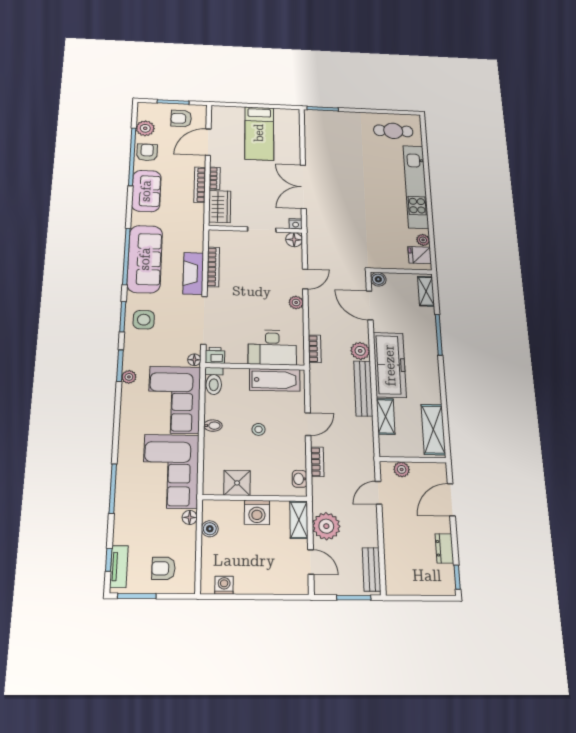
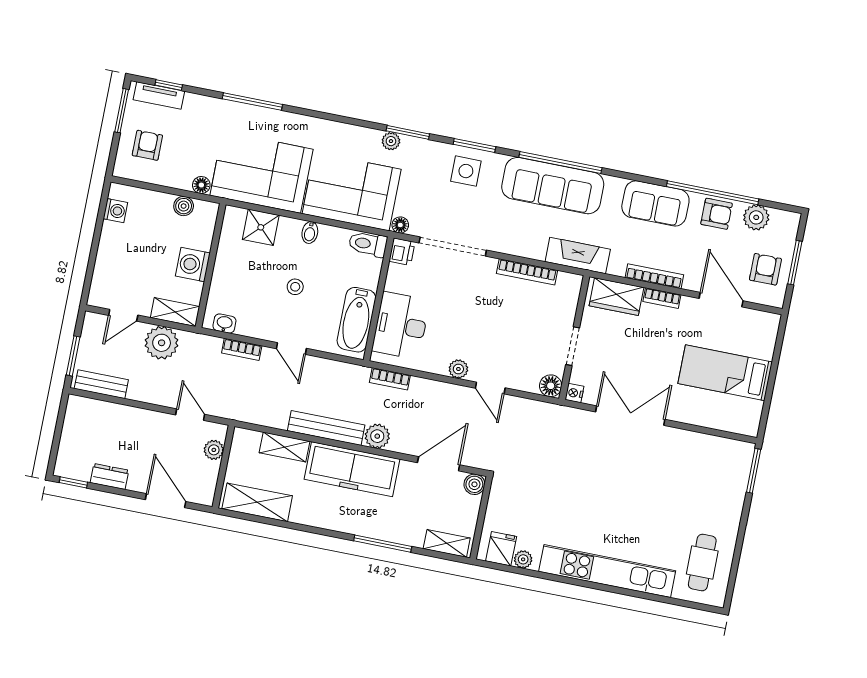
fireplace: (193, 273) -> (578, 255), moved
shower: (237, 483) -> (261, 227), moved

